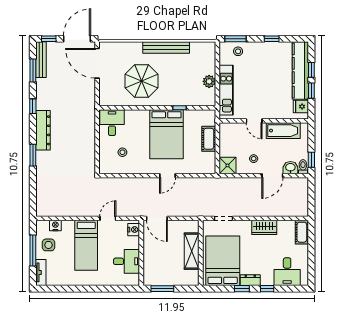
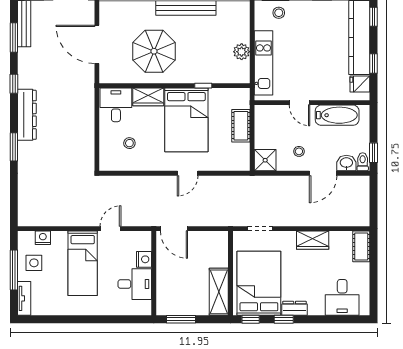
door: (97, 63) -> (97, 44), moved
window: (311, 70) -> (373, 17), moved
wardrobe: (137, 116) -> (148, 97), added
nightstand: (134, 230) -> (144, 259), moved
shelving: (192, 251) -> (219, 292), moved
window: (267, 289) -> (251, 319), moved

